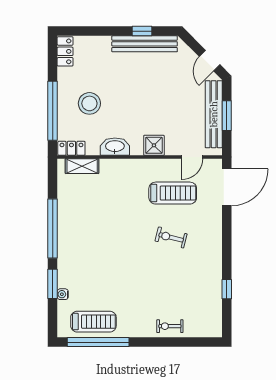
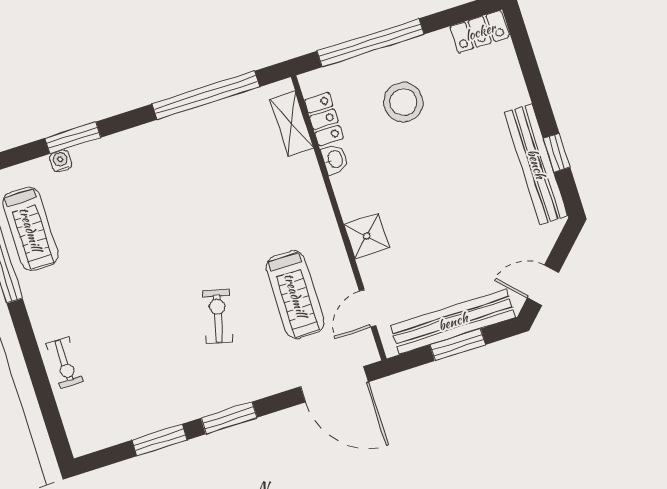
washbasin: (115, 147) -> (335, 159), width x0.52, depth x0.69
locker: (71, 148) -> (324, 119), moved
door: (192, 157) -> (368, 308), hinge flipped
window: (53, 228) -> (206, 95), moved
window: (227, 249) -> (229, 418), added
window: (227, 289) -> (160, 440), width x1.50
exercise bike: (170, 326) -> (65, 363), turned 180

